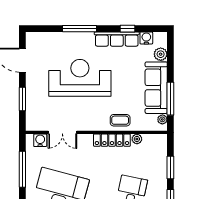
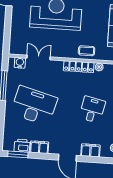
window: (22, 99) -> (8, 28), removed
double door: (62, 132) -> (39, 57), swing flipped

